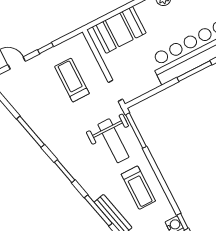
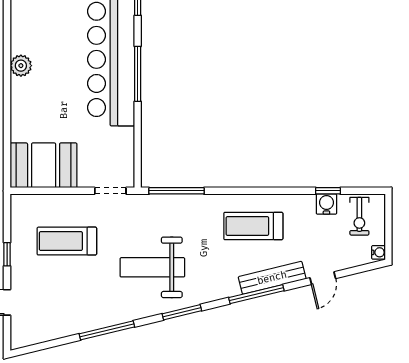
booth: (119, 30) -> (44, 165), moved, turned 90
weight bench: (113, 141) -> (152, 267), moved, turned 180
treadmill: (138, 188) -> (253, 226), turned 180

